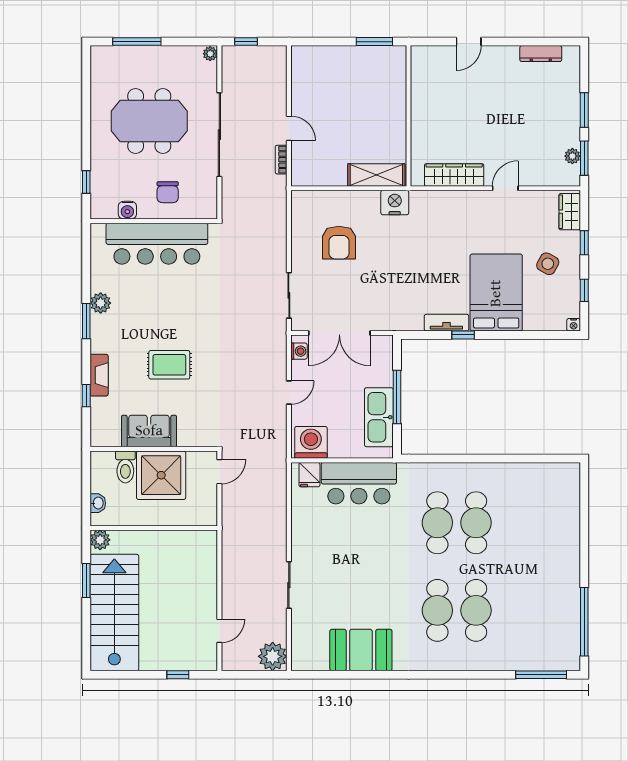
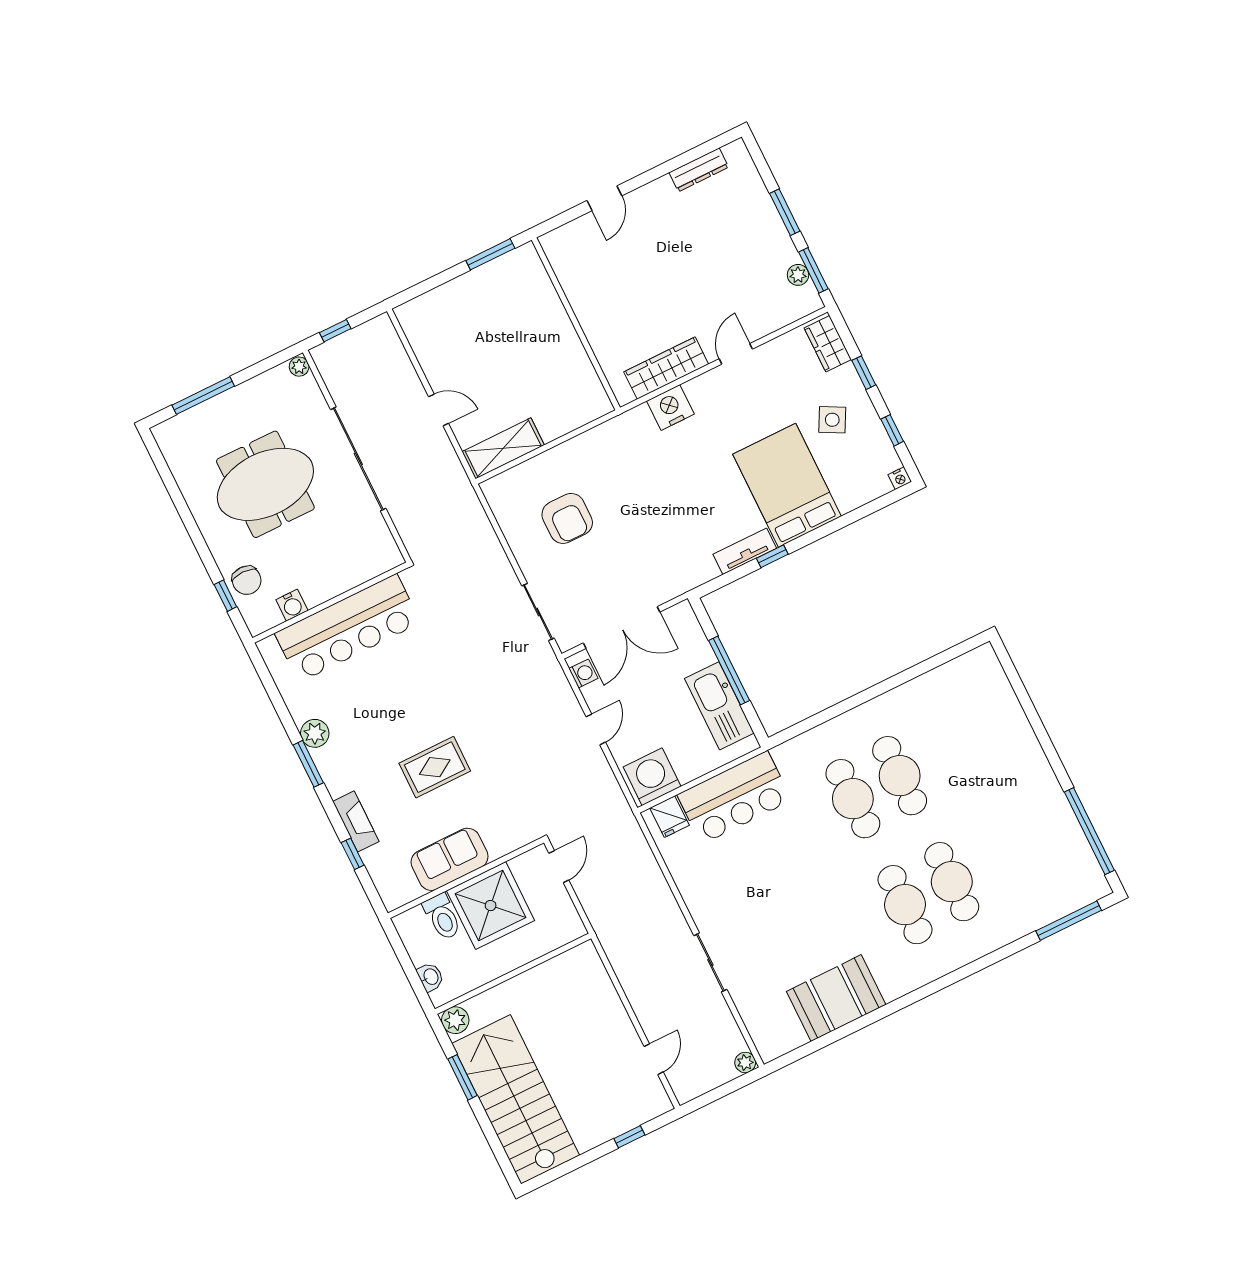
bookcase: (281, 160) -> (448, 452), removed
shelving: (376, 175) -> (503, 448), moved
chair: (168, 192) -> (247, 580), moved
nightstand: (395, 203) -> (670, 407), moved
plant: (273, 656) -> (745, 1062), width x0.53, depth x0.53

